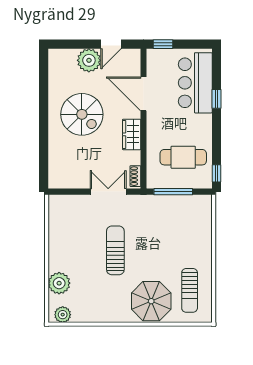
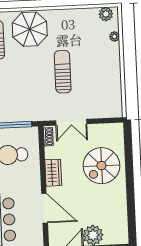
spiral stairs: (82, 114) -> (101, 166), moved, turned -90
sun lounger: (115, 250) -> (63, 72), turned 180
plant: (59, 283) -> (114, 36), width x0.53, depth x0.53

